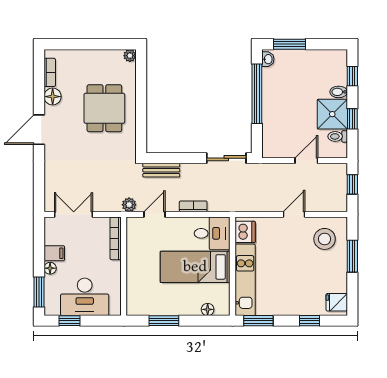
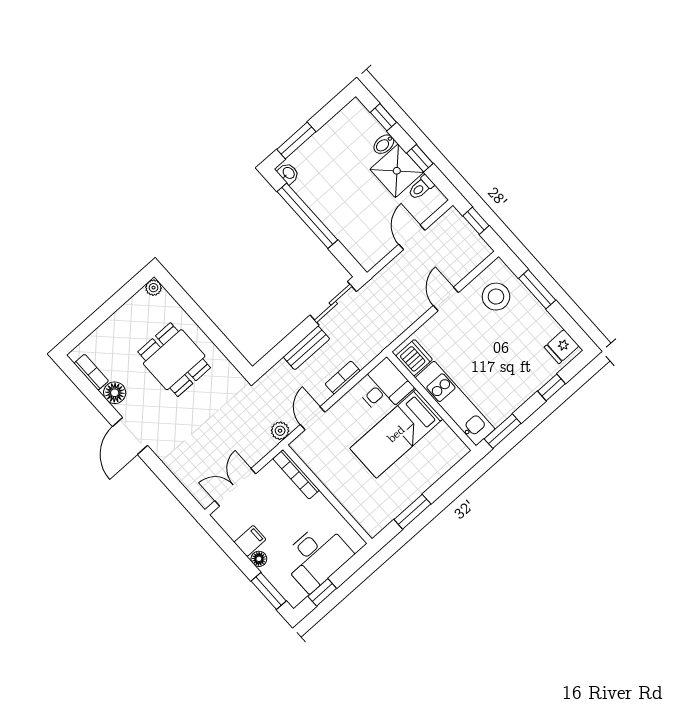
bench: (161, 170) -> (306, 348), moved
floor lamp: (208, 309) -> (445, 464), removed

